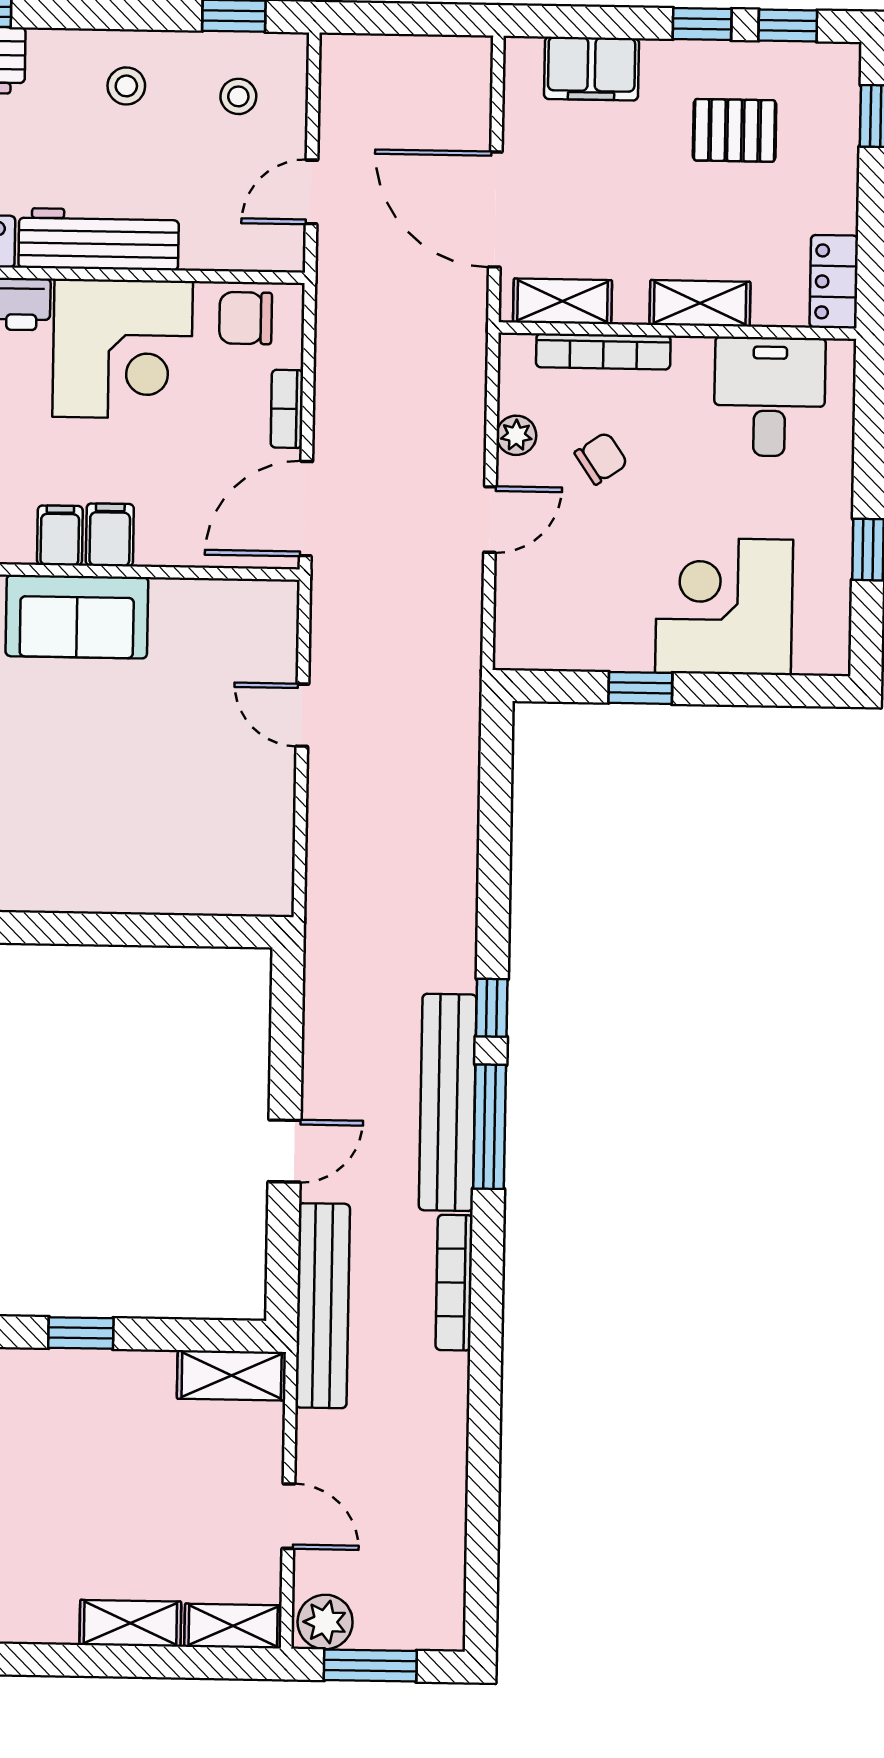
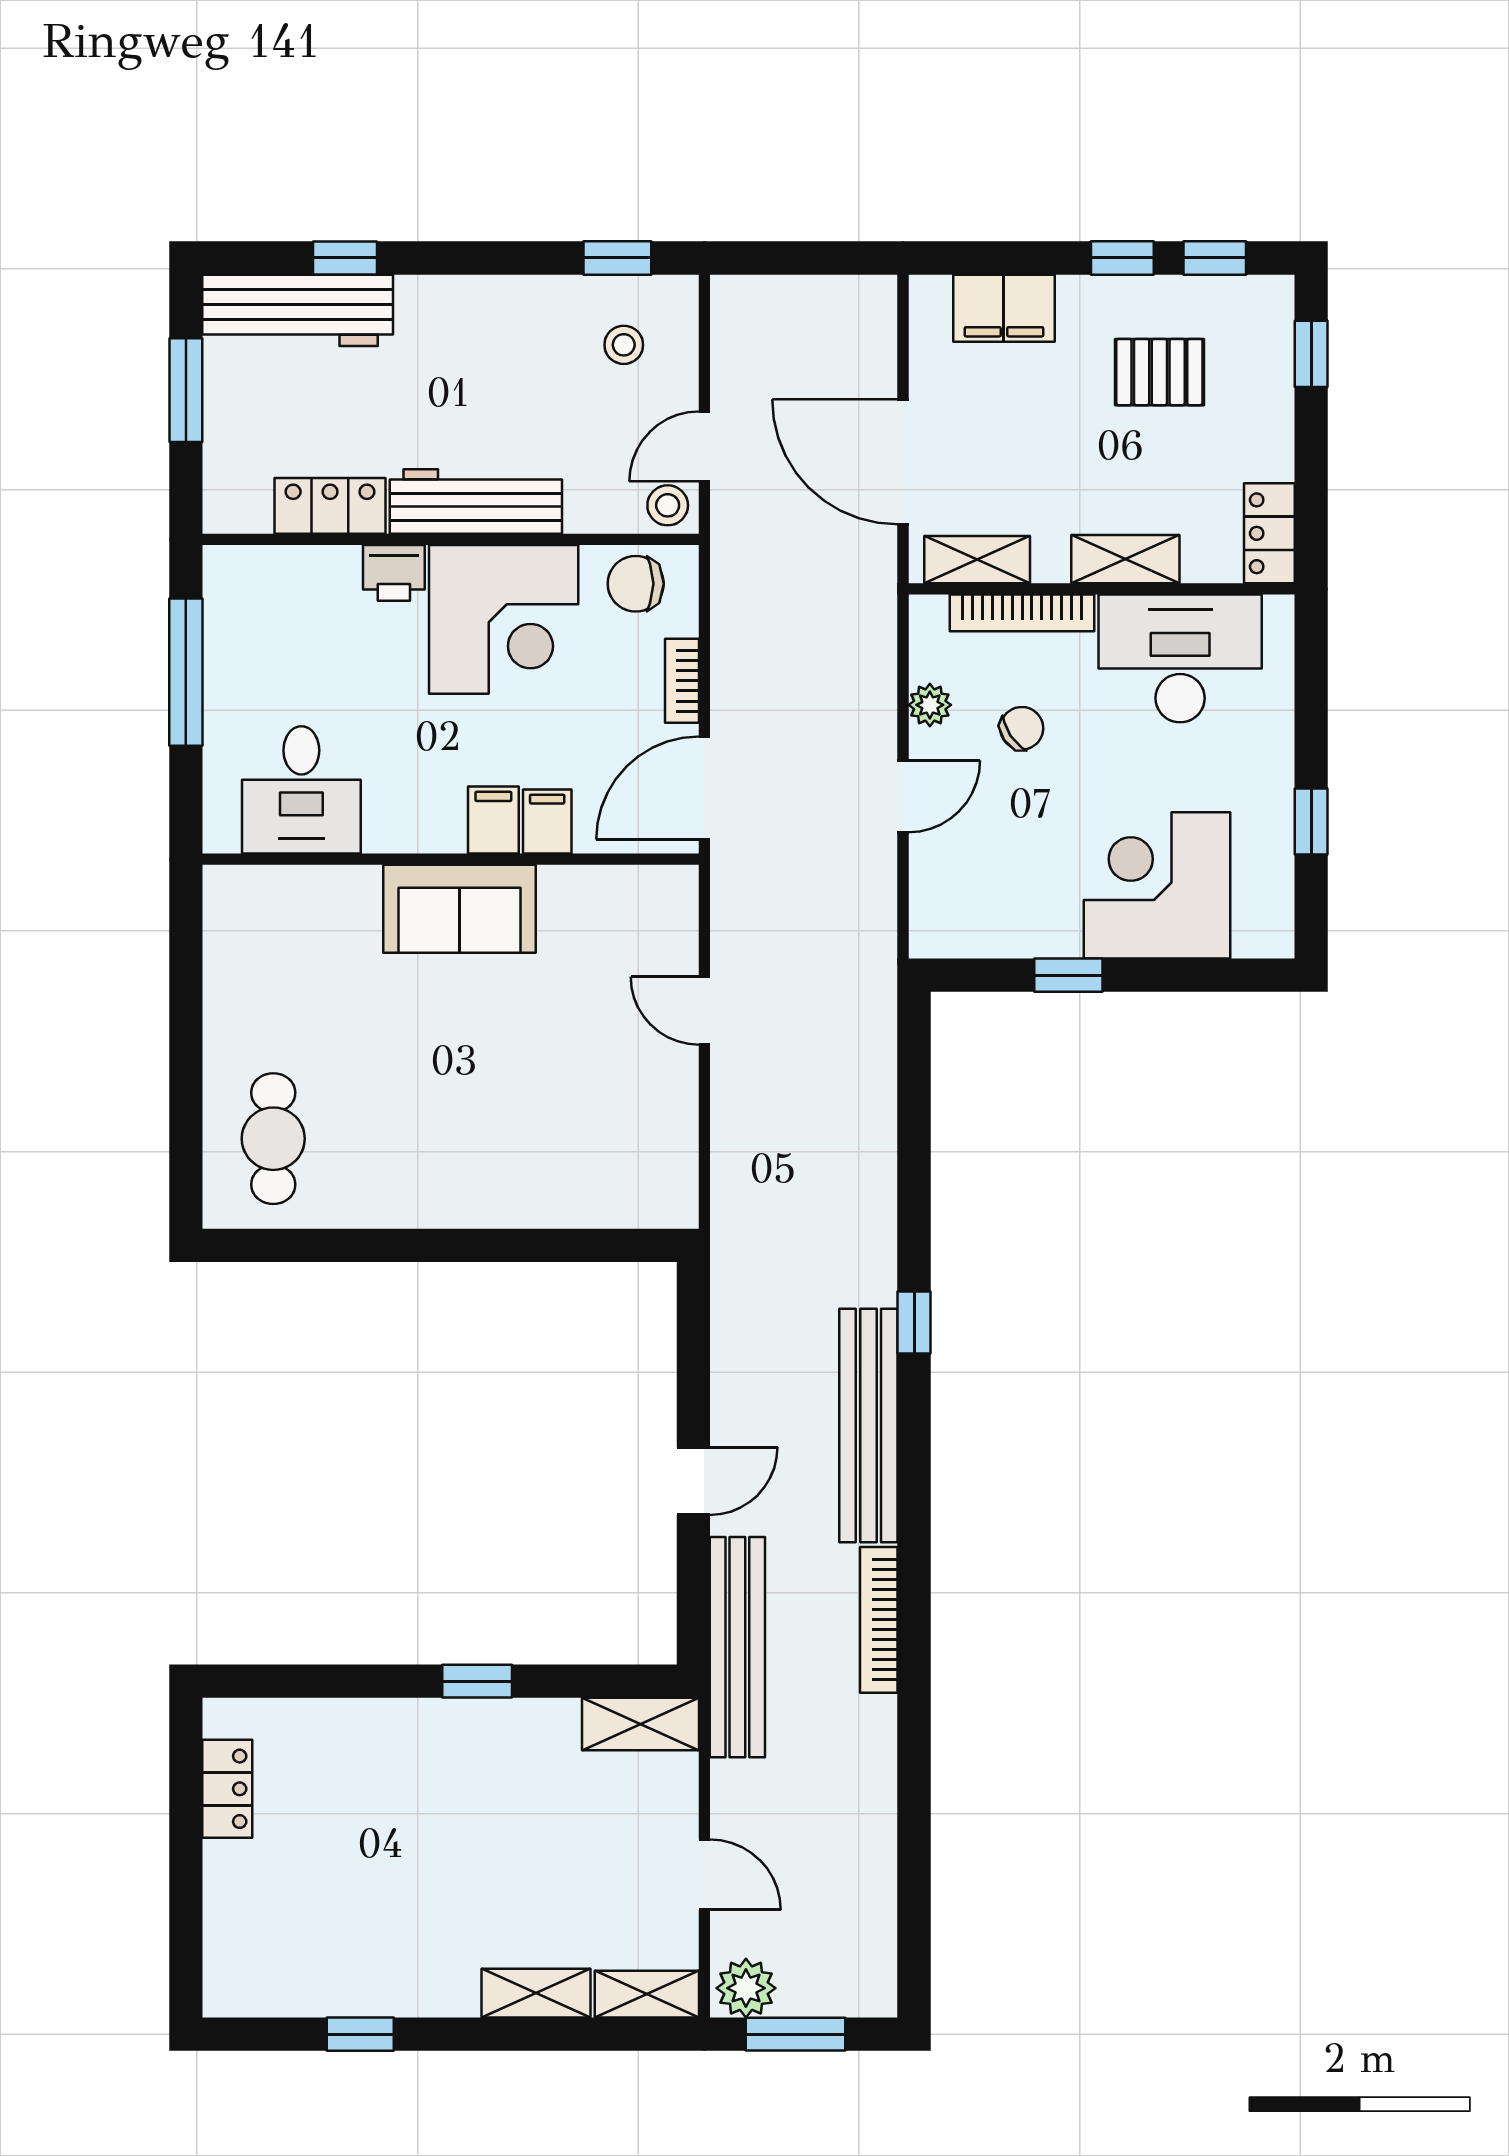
stool: (126, 86) -> (668, 505), moved
desk: (770, 397) -> (1180, 658), width x1.37
filing cabinet: (60, 535) -> (547, 822), moved
window: (490, 1127) -> (914, 1451), removed

